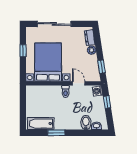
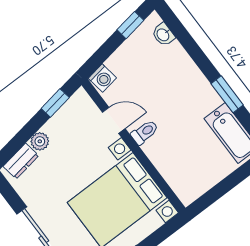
door: (79, 83) -> (114, 120), swing flipped
window: (107, 102) -> (130, 25), moved
bidet: (86, 123) -> (171, 57), removed

